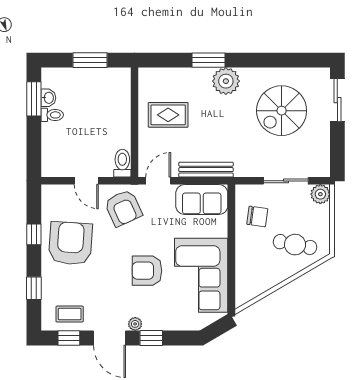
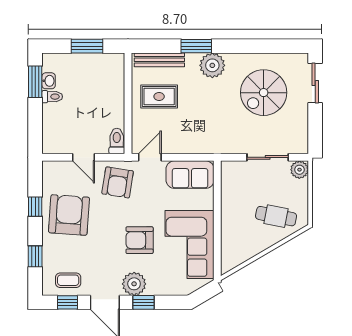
bench: (206, 170) -> (159, 60), moved
armchair: (123, 208) -> (118, 182), turned 34
chair: (257, 216) -> (241, 190), removed
plant: (135, 324) -> (134, 284), width x1.88, depth x1.88

